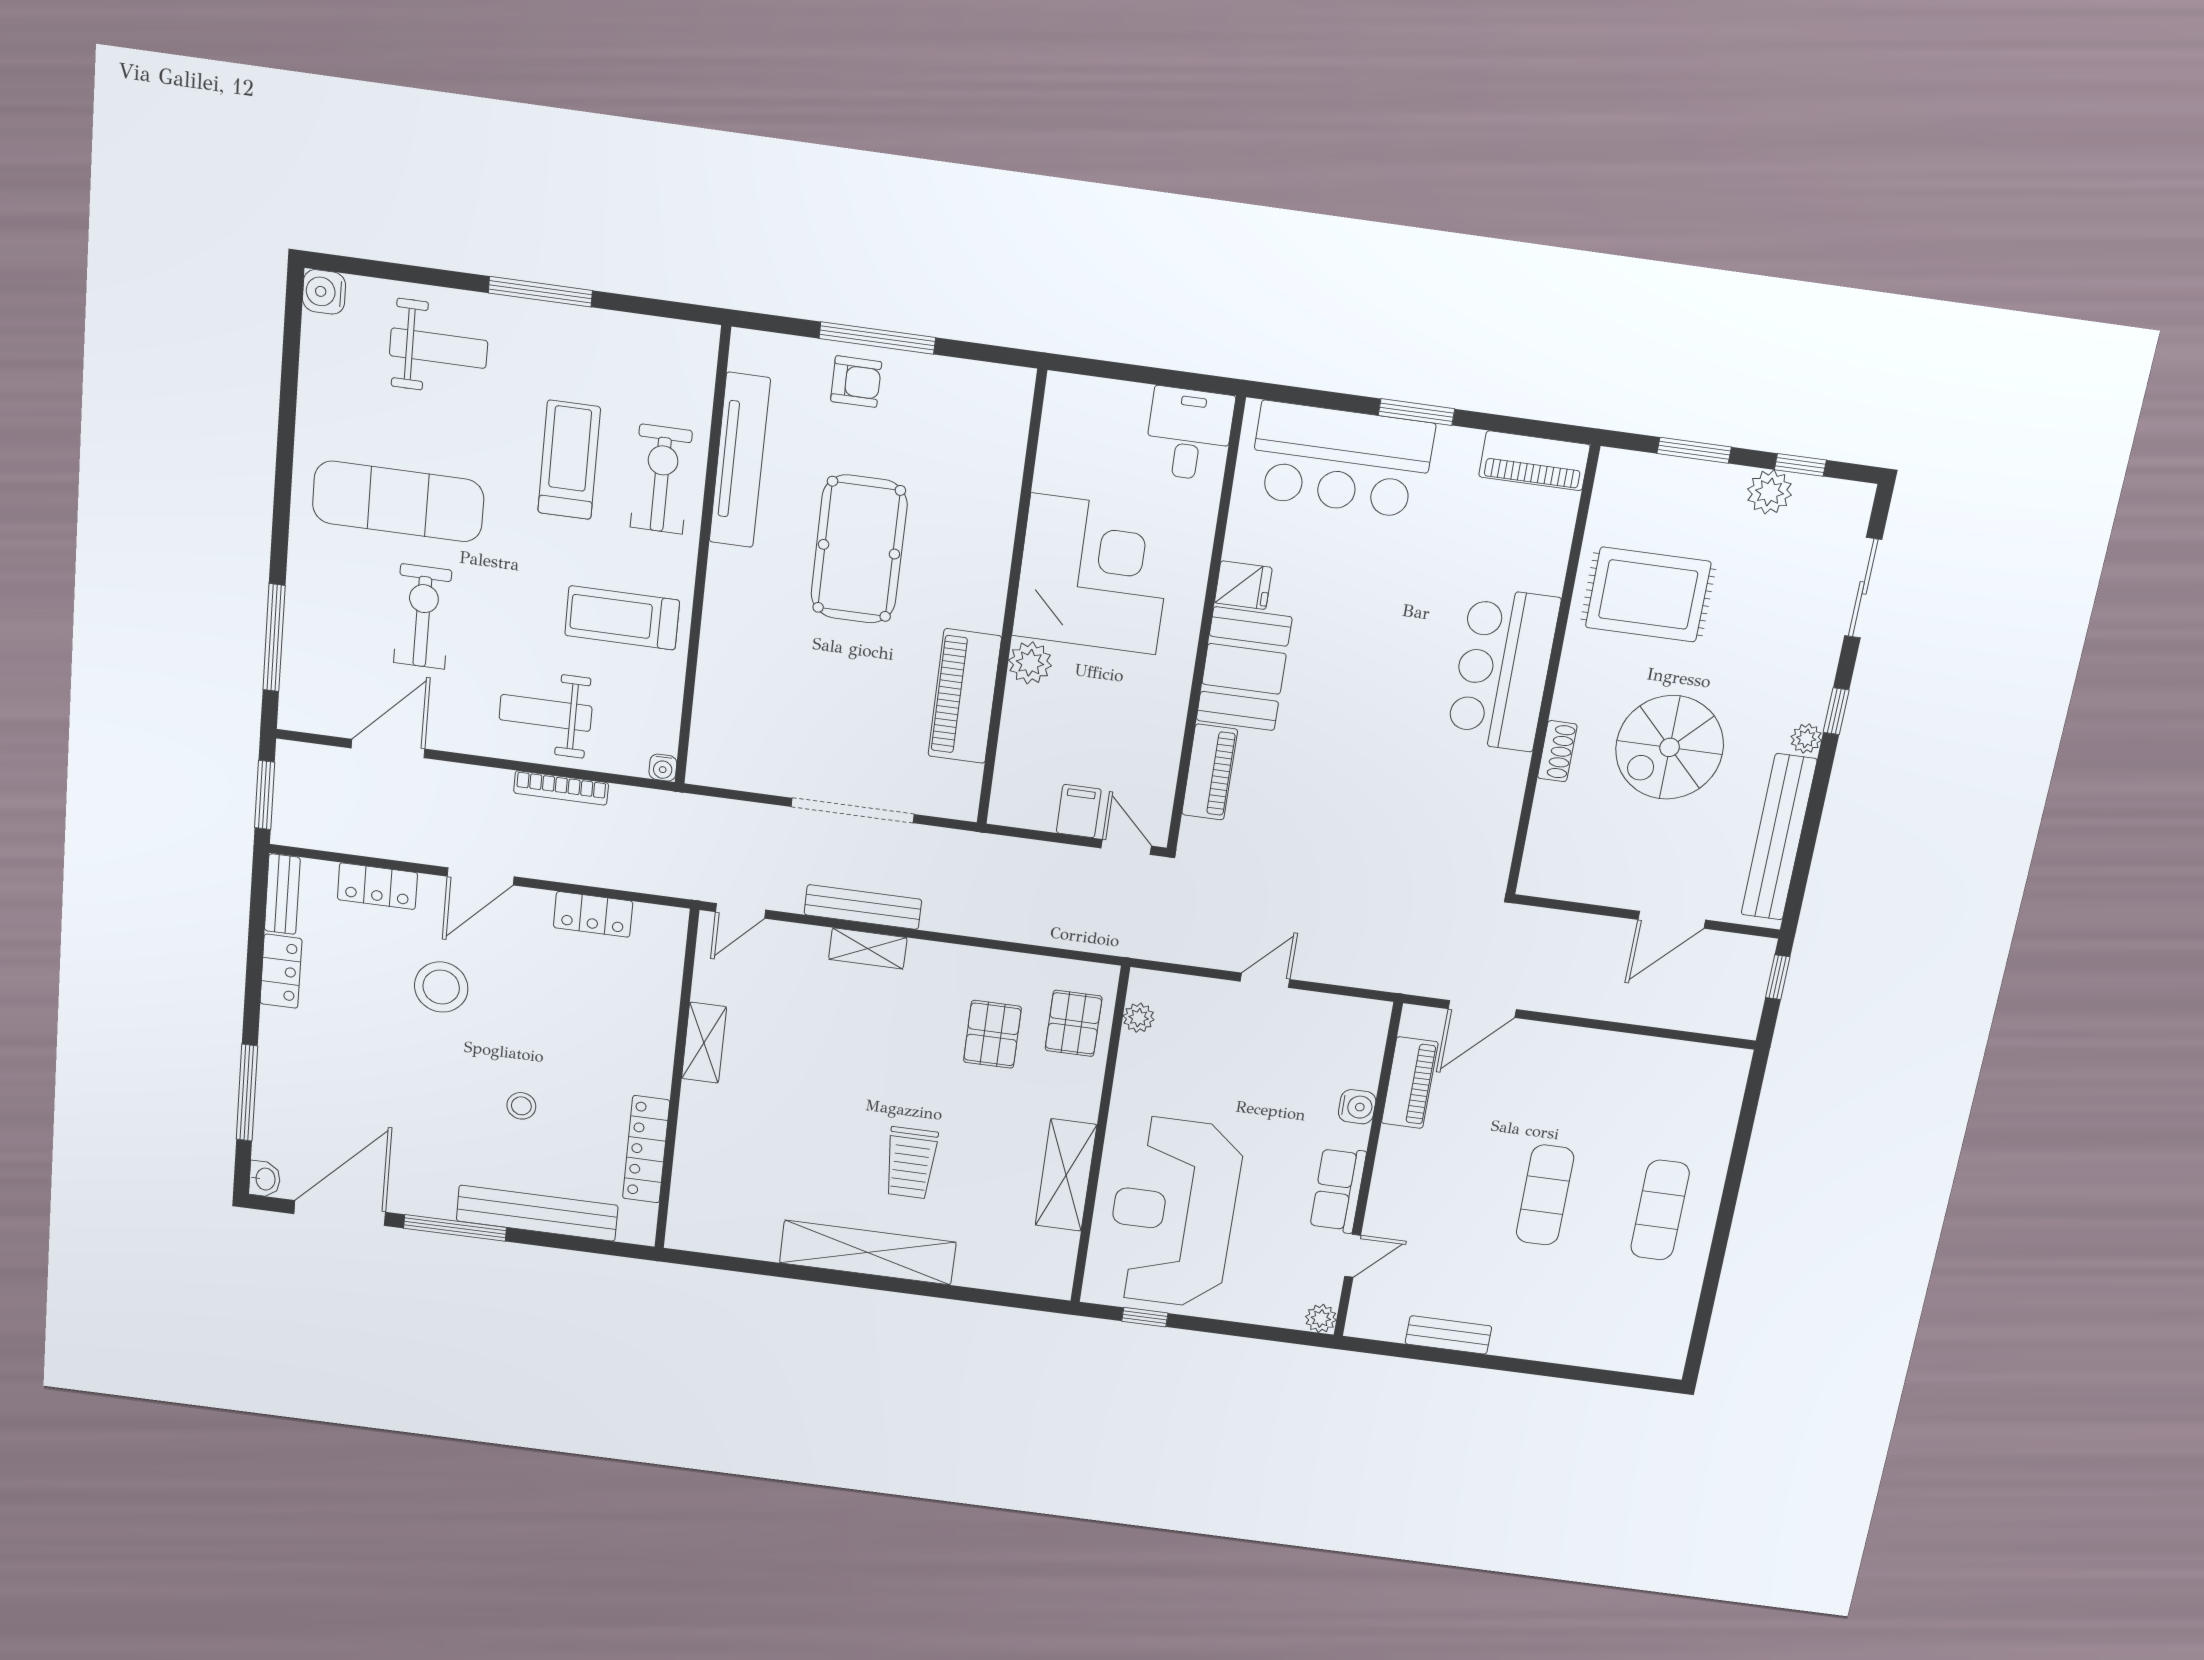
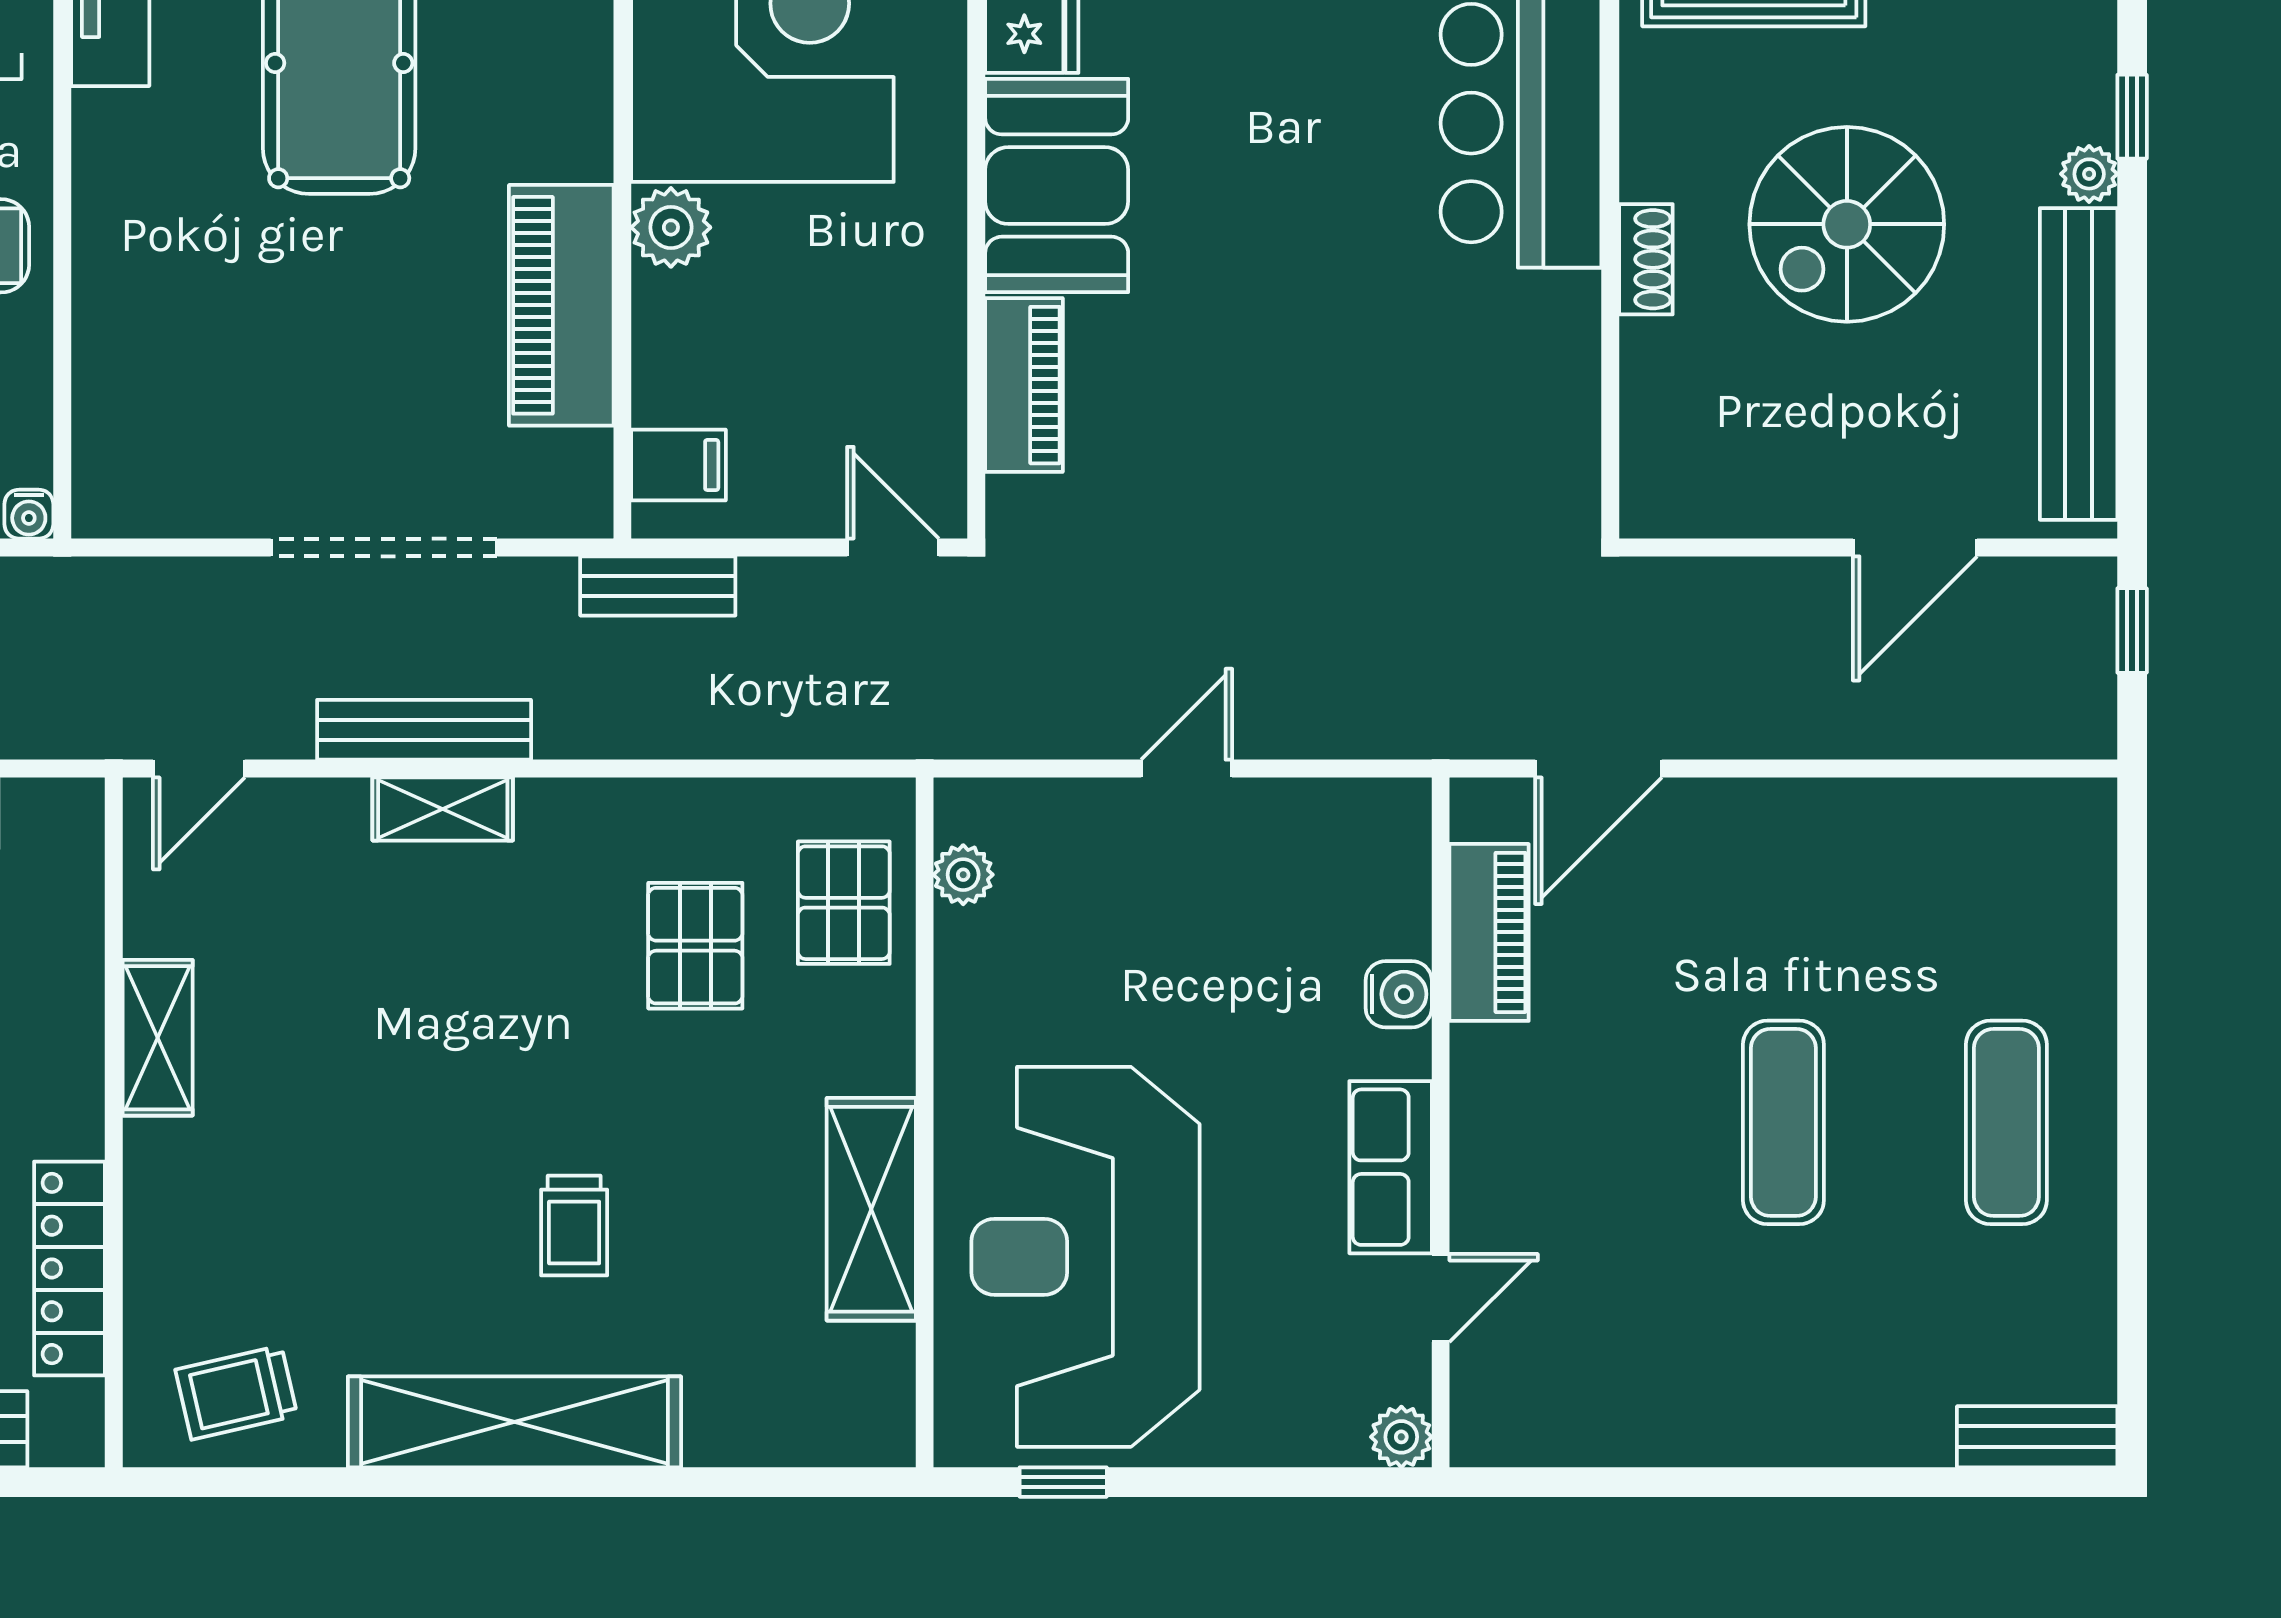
filing cabinet: (1079, 811) -> (679, 465), moved, turned 90
bench: (997, 850) -> (658, 586), added
trolley: (911, 1163) -> (574, 1225), width x0.73, depth x0.72
trolley: (726, 1220) -> (236, 1393), added
bench: (1448, 1335) -> (2037, 1437), moved

